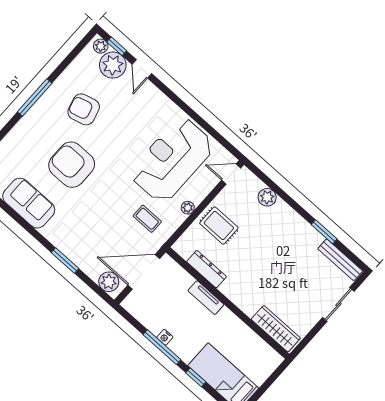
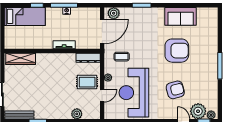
armchair: (84, 109) -> (175, 90), moved
reception desk: (172, 160) -> (134, 93), turned 180
door: (231, 174) -> (102, 95), moved
dresser: (207, 269) -> (88, 58), moved

